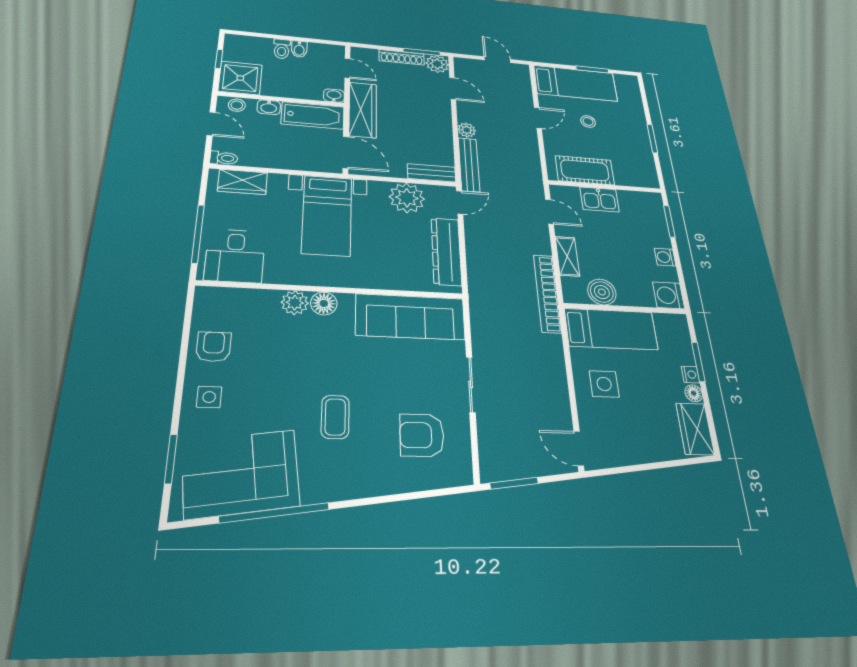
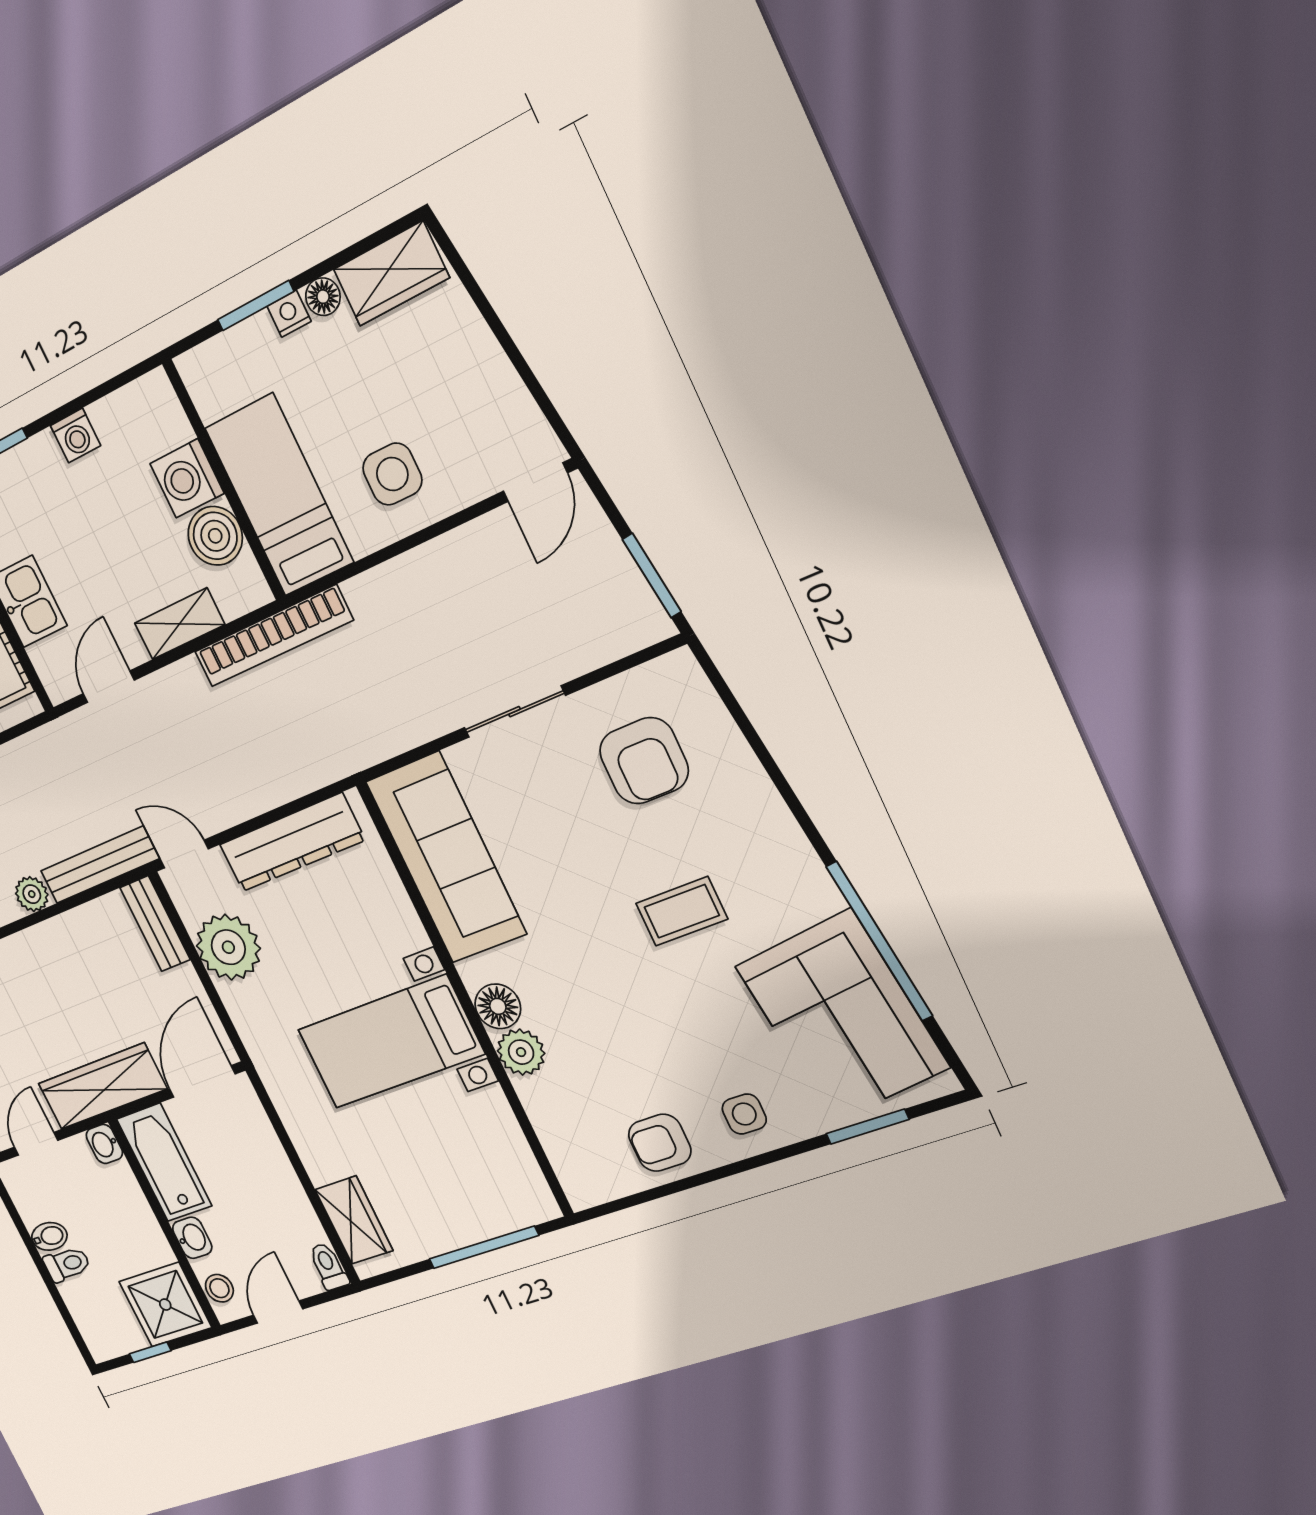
bed with nightstands: (327, 215) -> (391, 1042), moved, turned 180
desk: (235, 256) -> (490, 1176), removed
washing machine: (669, 295) -> (187, 478), moved, turned 90

